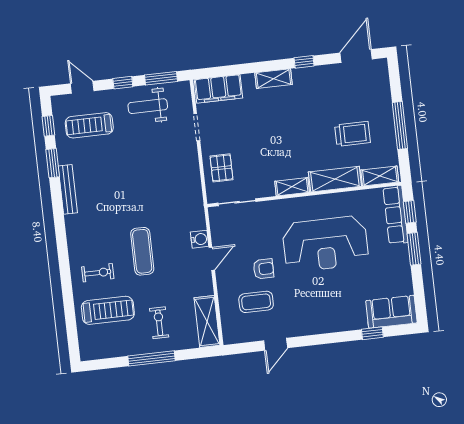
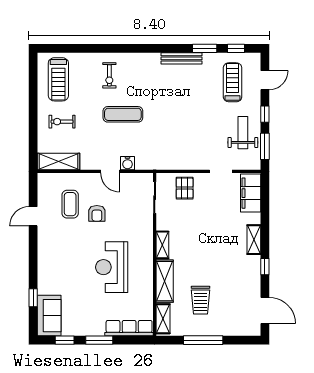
pallet: (221, 168) -> (185, 188), turned 90
window: (410, 212) -> (65, 340), moved
reception desk: (325, 244) -> (112, 267), width x0.74, depth x0.77
treadmill: (108, 310) -> (58, 79), moved
exercise bike: (159, 323) -> (62, 122), turned 180
door: (276, 344) -> (33, 216), hinge flipped
window: (152, 358) -> (33, 112), removed

